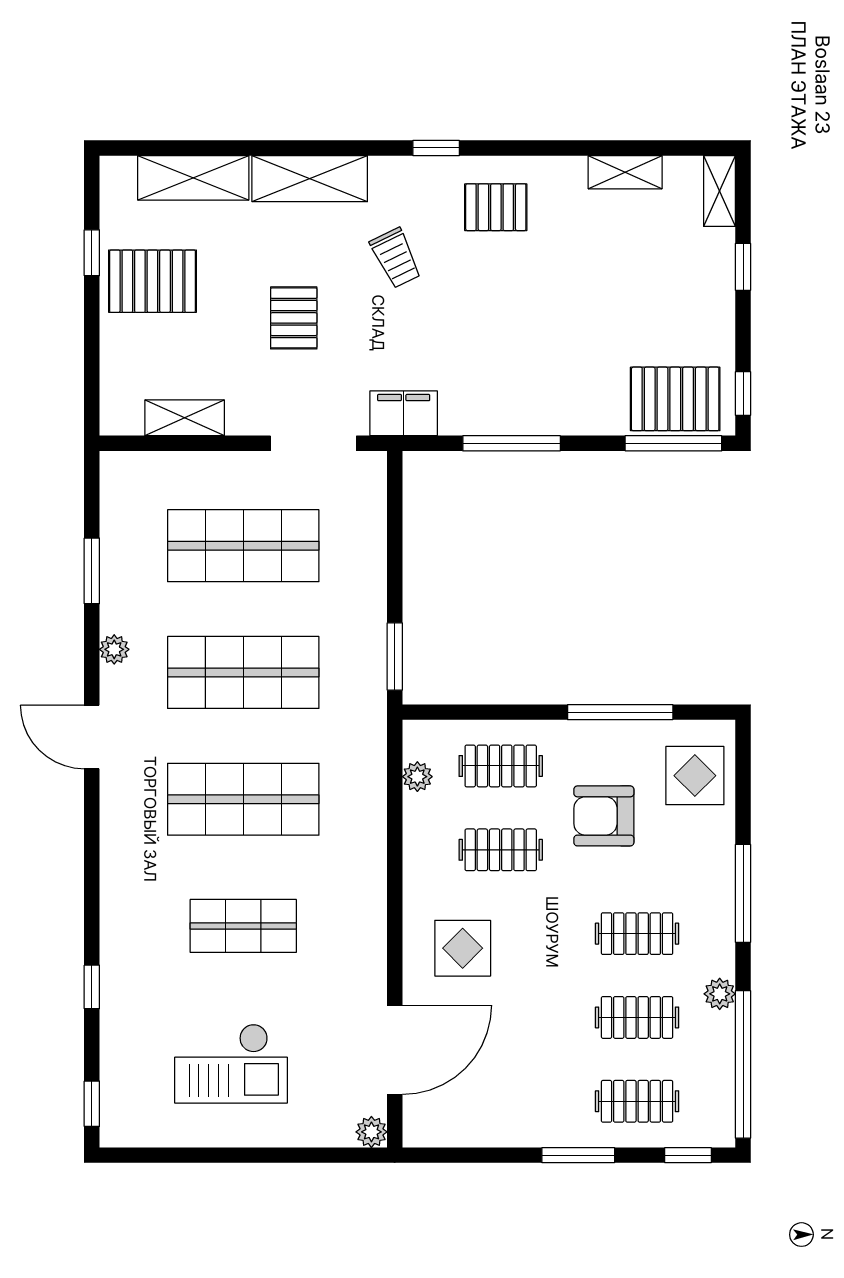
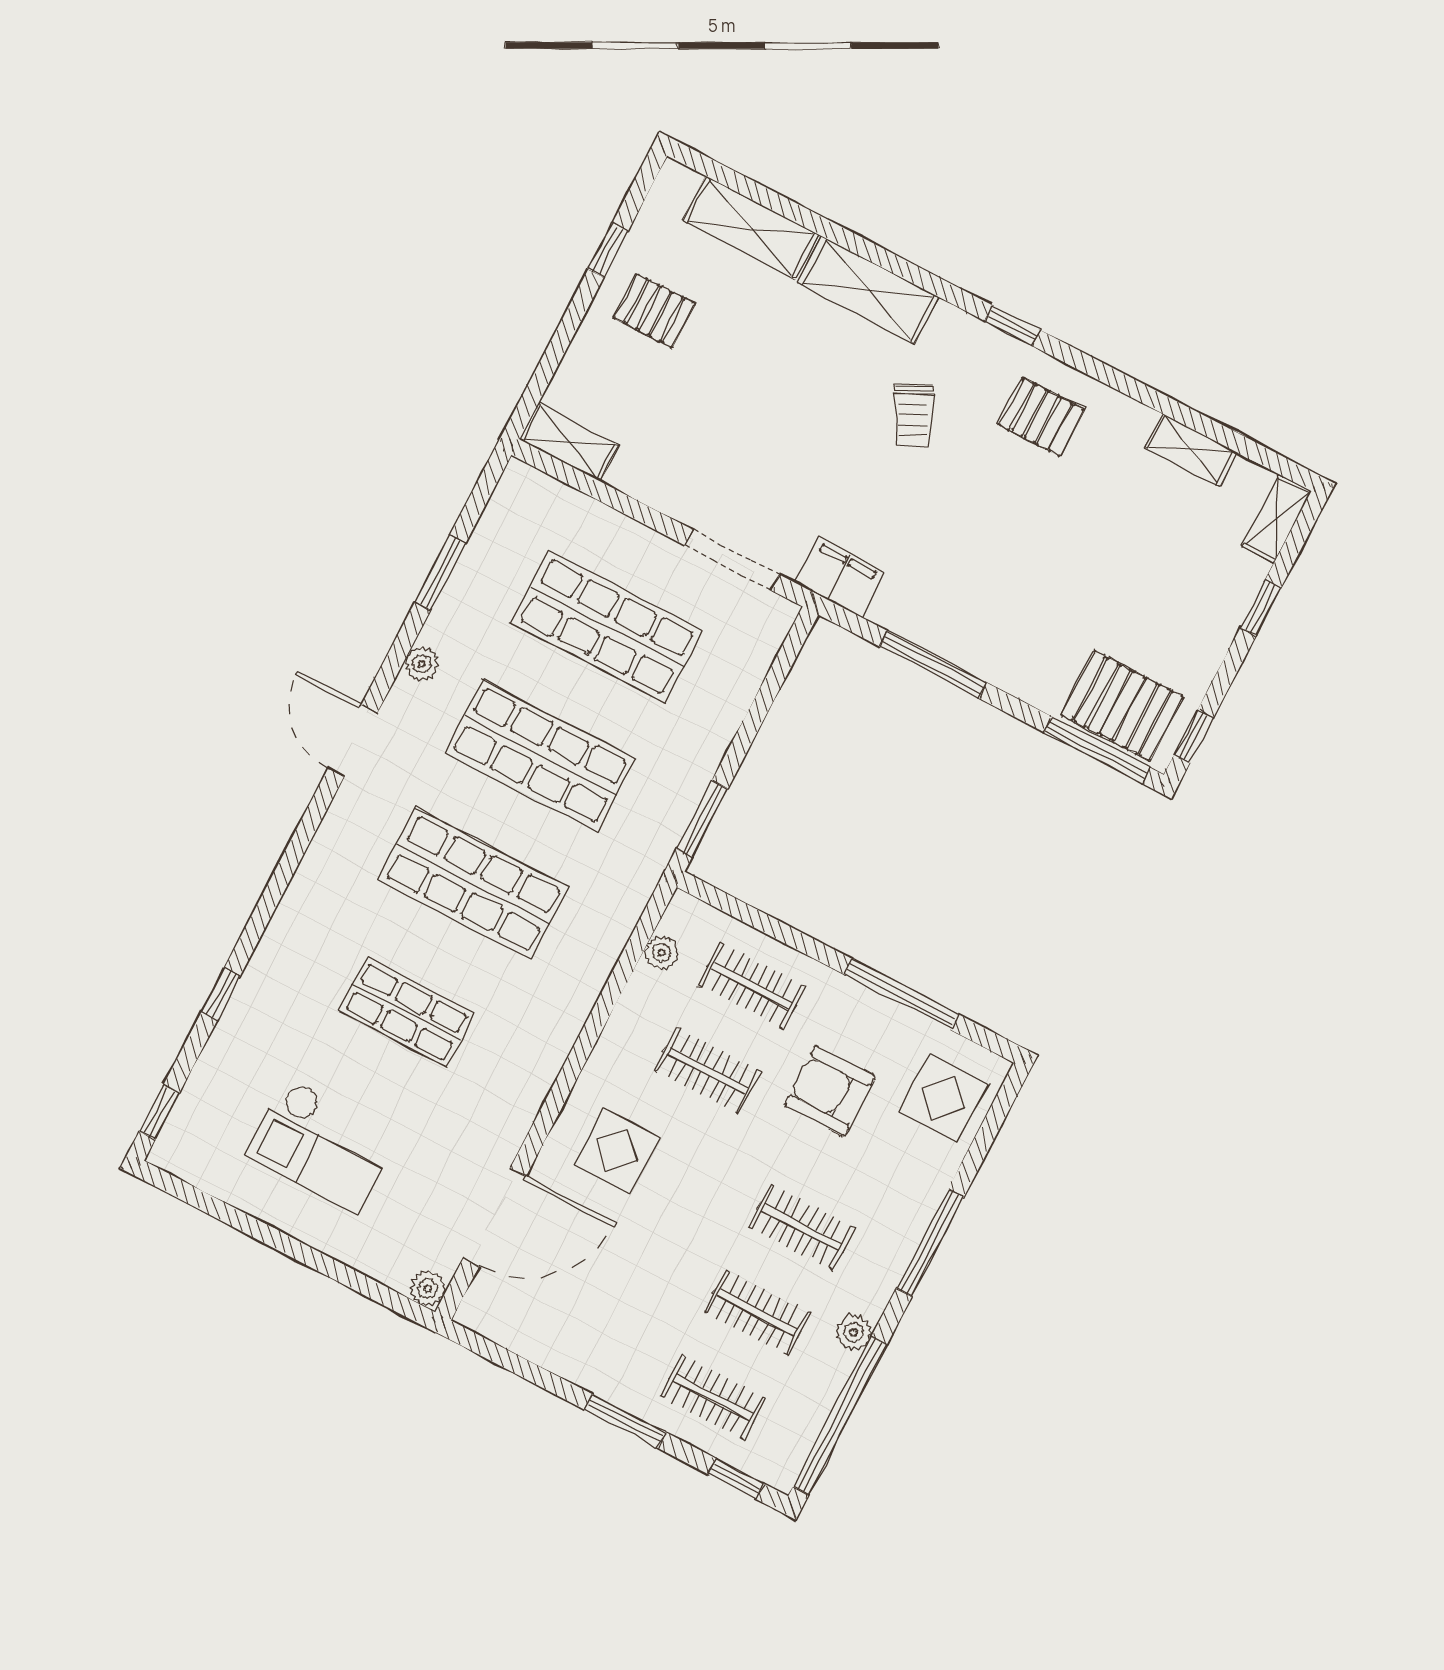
pallet: (152, 281) -> (655, 311), width x0.67, depth x0.71
pallet: (294, 318) -> (778, 423), removed
shelving: (185, 418) -> (569, 442), moved

